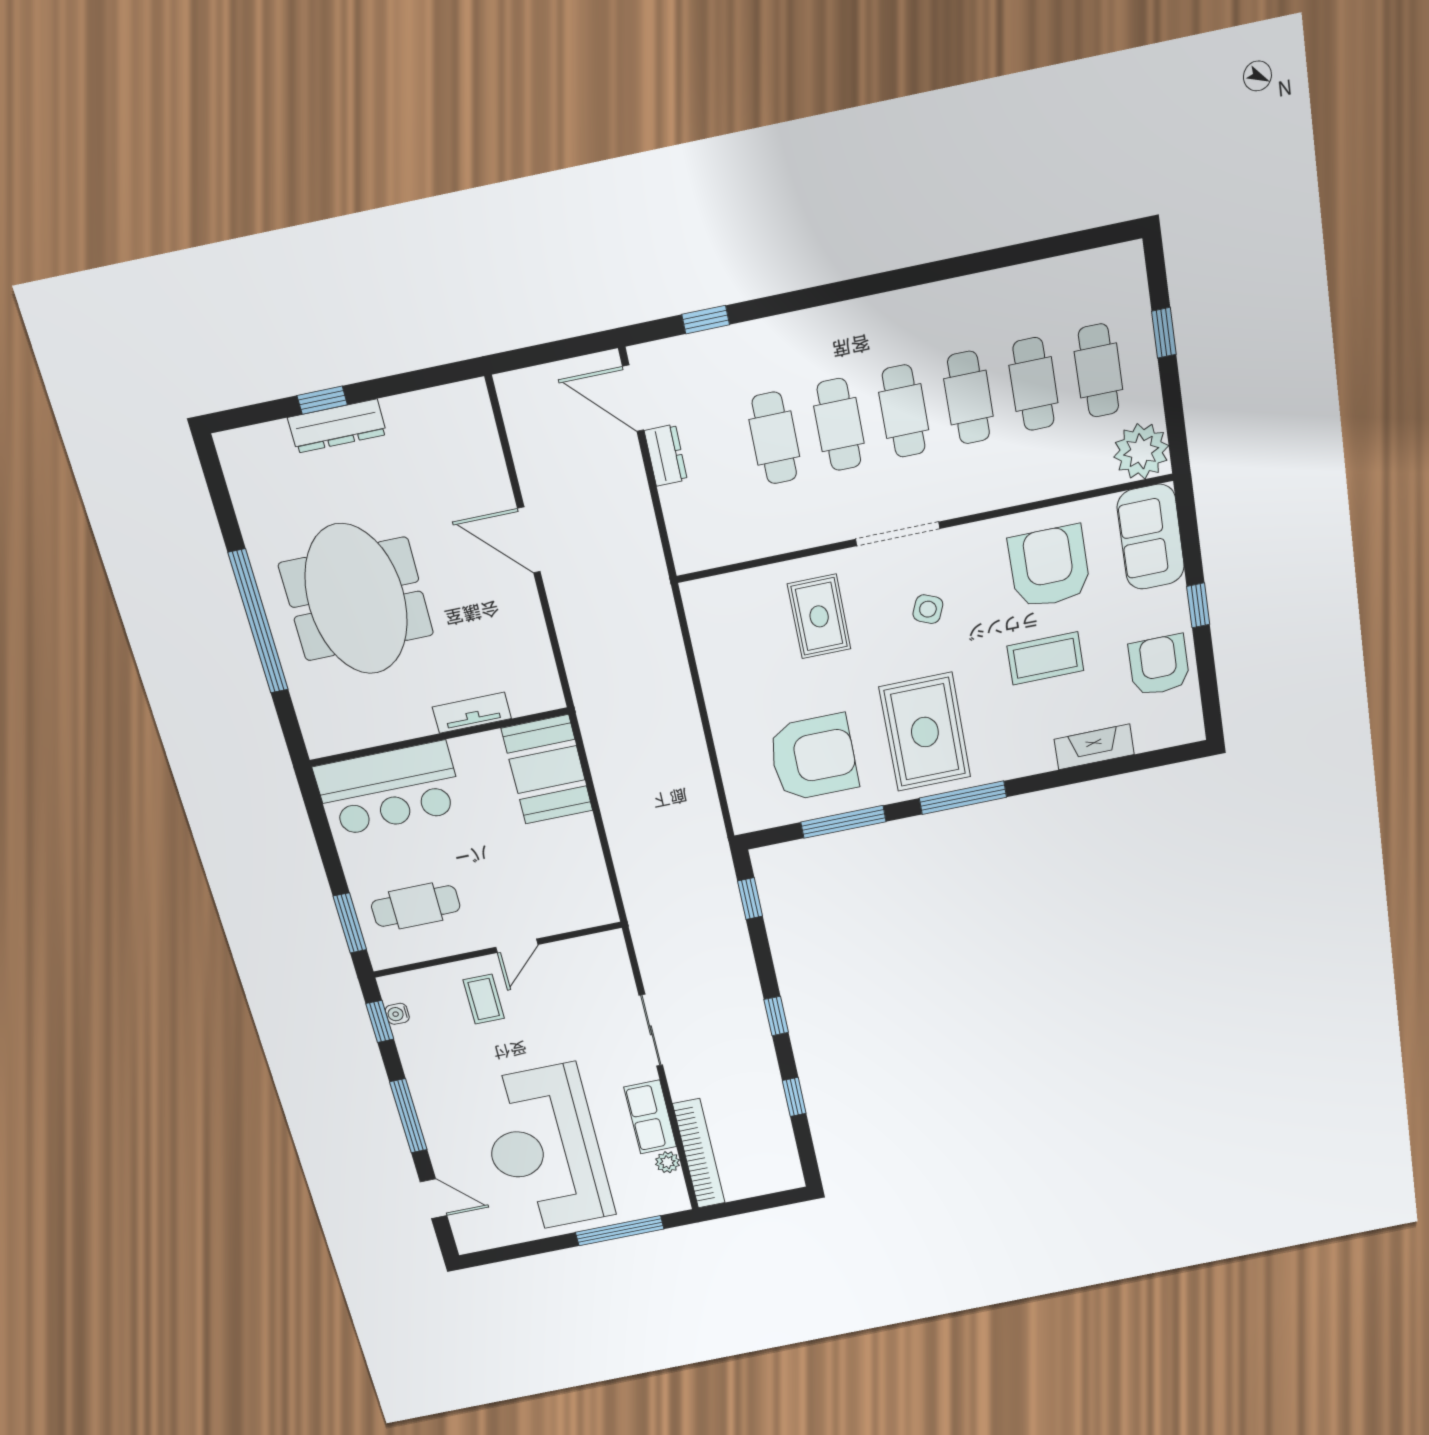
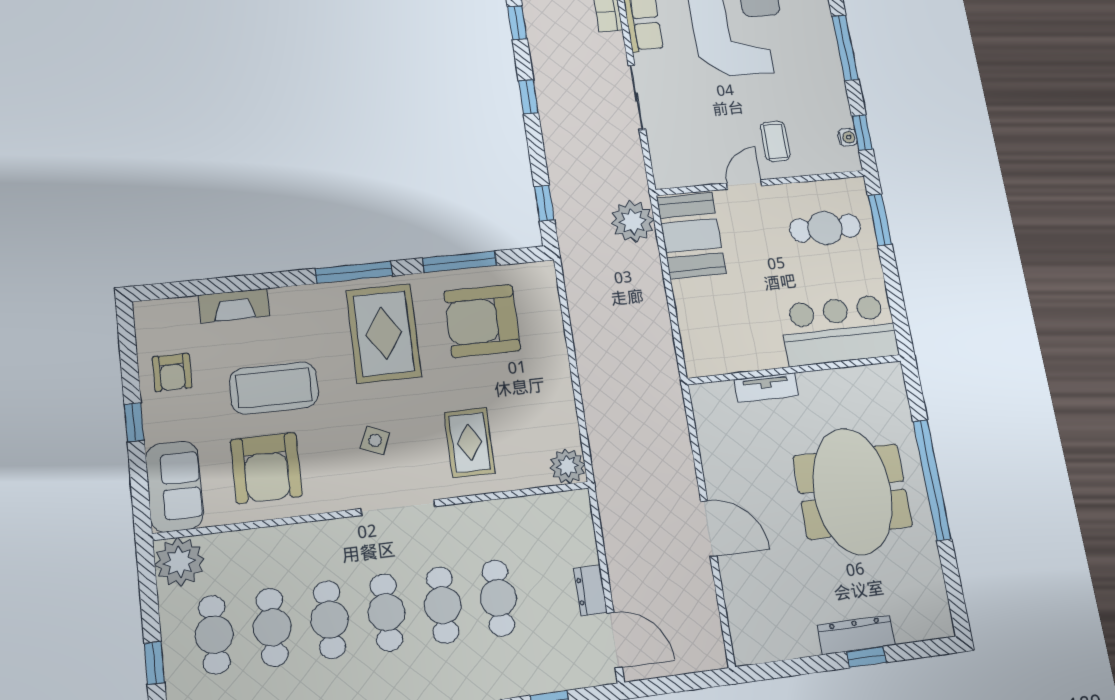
plant: (703, 599) -> (567, 466), added
coffee table: (1045, 658) -> (274, 388), width x1.36, depth x1.32
armchair: (1159, 665) -> (172, 372), width x0.72, depth x0.72
booth: (547, 770) -> (691, 235), moved
plant: (646, 889) -> (633, 221), added

